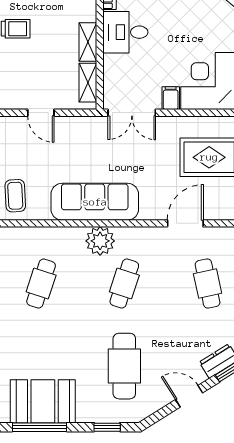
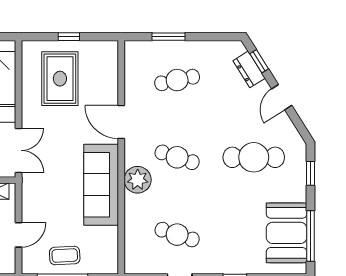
coffee table: (15, 196) -> (65, 256), moved
door: (185, 223) -> (121, 122), moved

